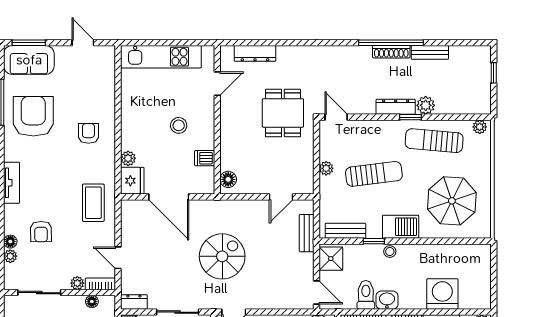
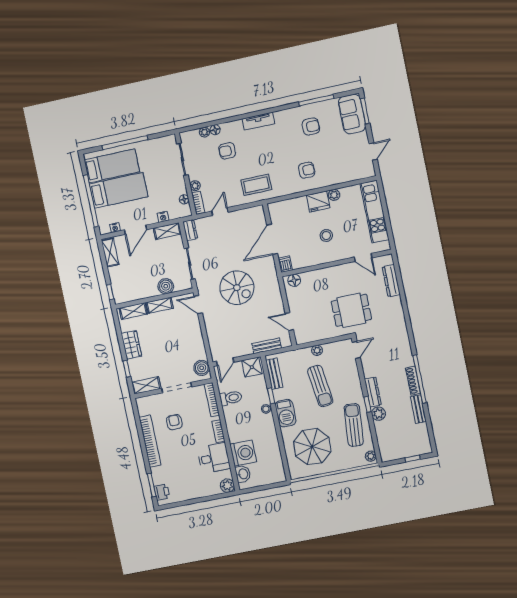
armchair: (33, 116) -> (311, 126), width x0.53, depth x0.53
plant: (128, 158) -> (334, 195), moved
dishwasher: (205, 158) -> (285, 264), moved
fridge: (132, 181) -> (318, 202), moved
washbasin: (387, 300) -> (243, 474), moved

